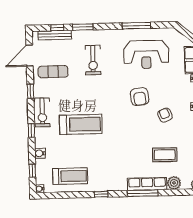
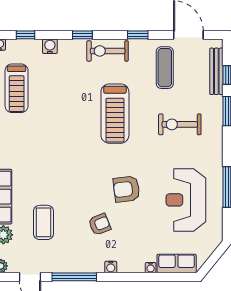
treadmill: (81, 124) -> (115, 114), moved

